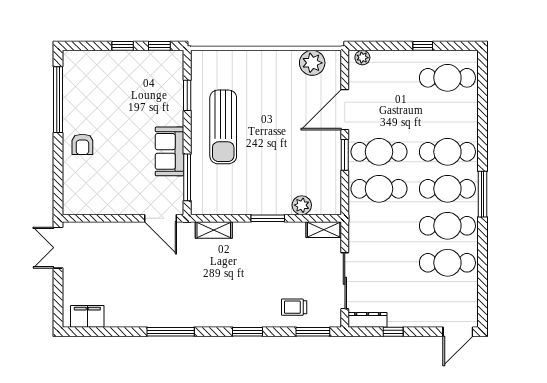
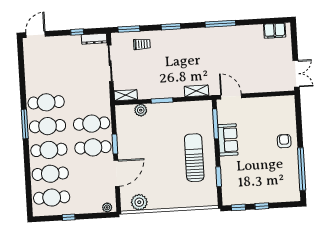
cafe table: (447, 263) -> (50, 174), moved

